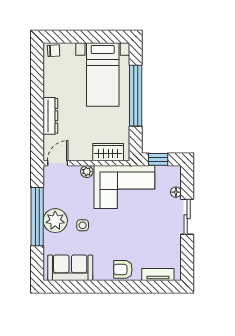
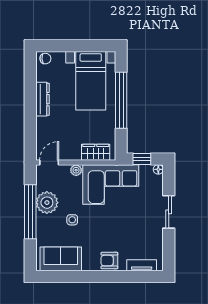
dresser: (50, 116) -> (43, 99), moved
floor lamp: (176, 192) -> (158, 169), moved
plant: (55, 221) -> (47, 203), moved

